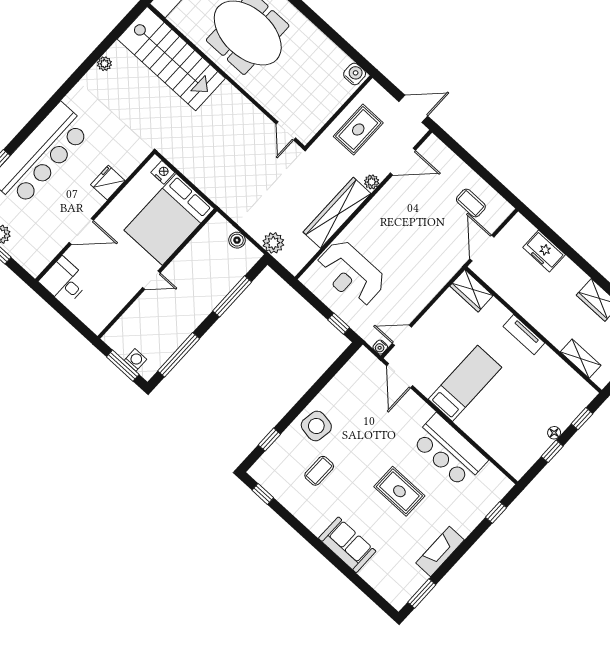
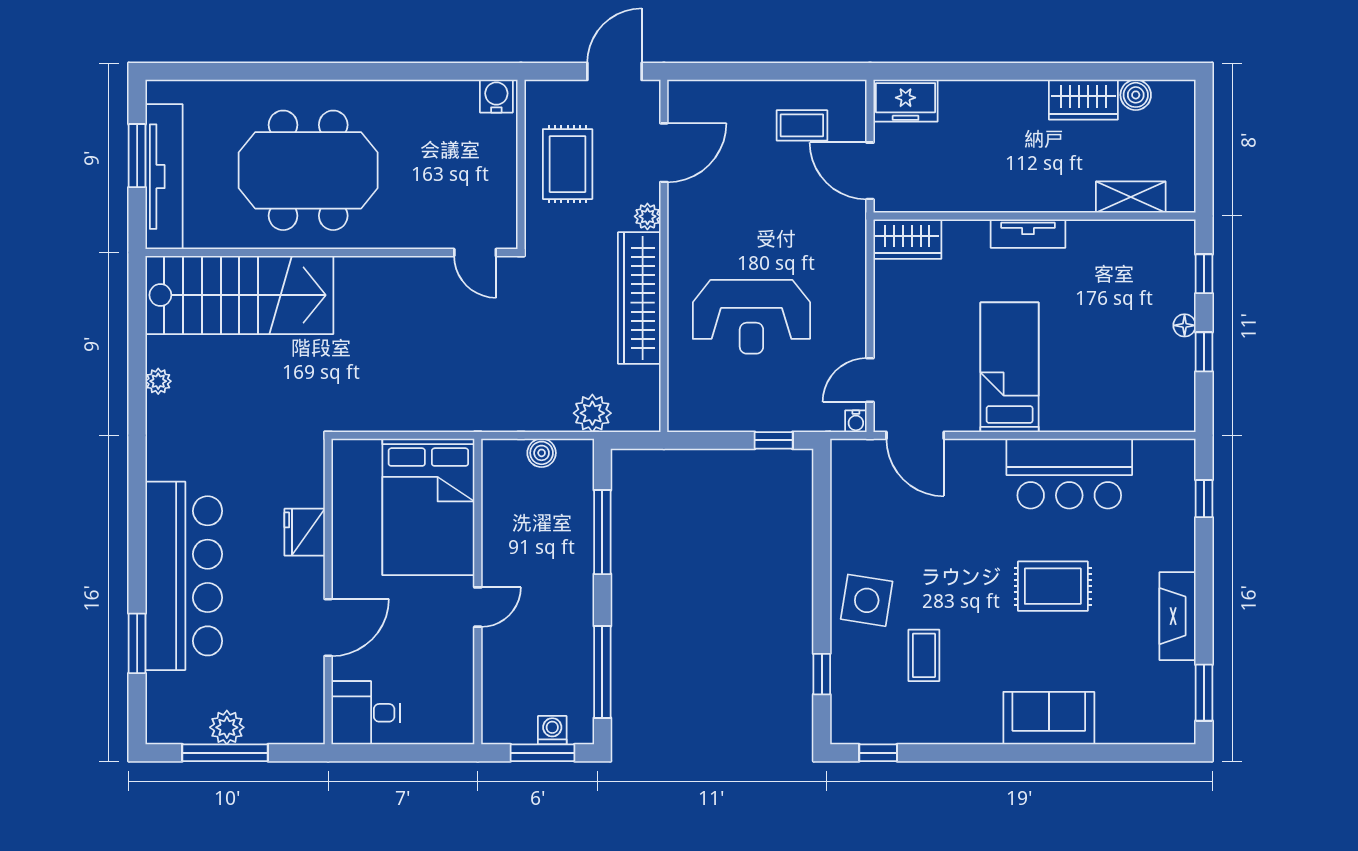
nightstand: (163, 172) -> (364, 453), removed
freezer: (544, 251) -> (906, 101), moved
reception desk: (351, 273) -> (751, 317), moved

